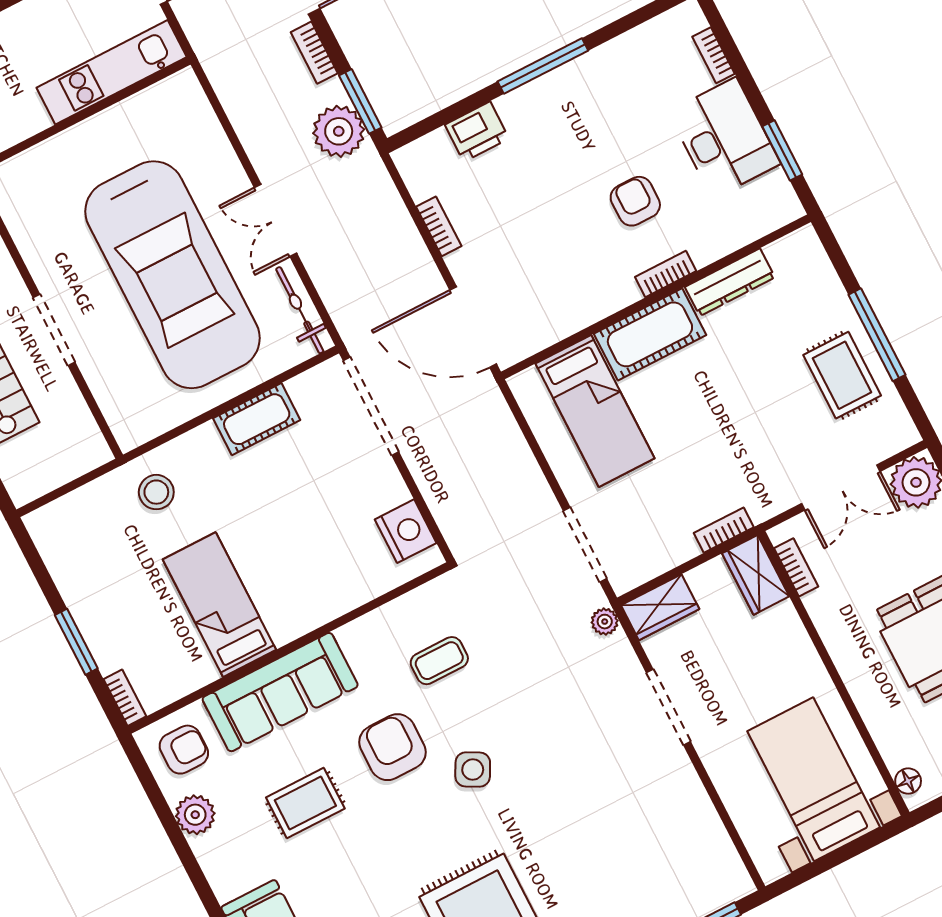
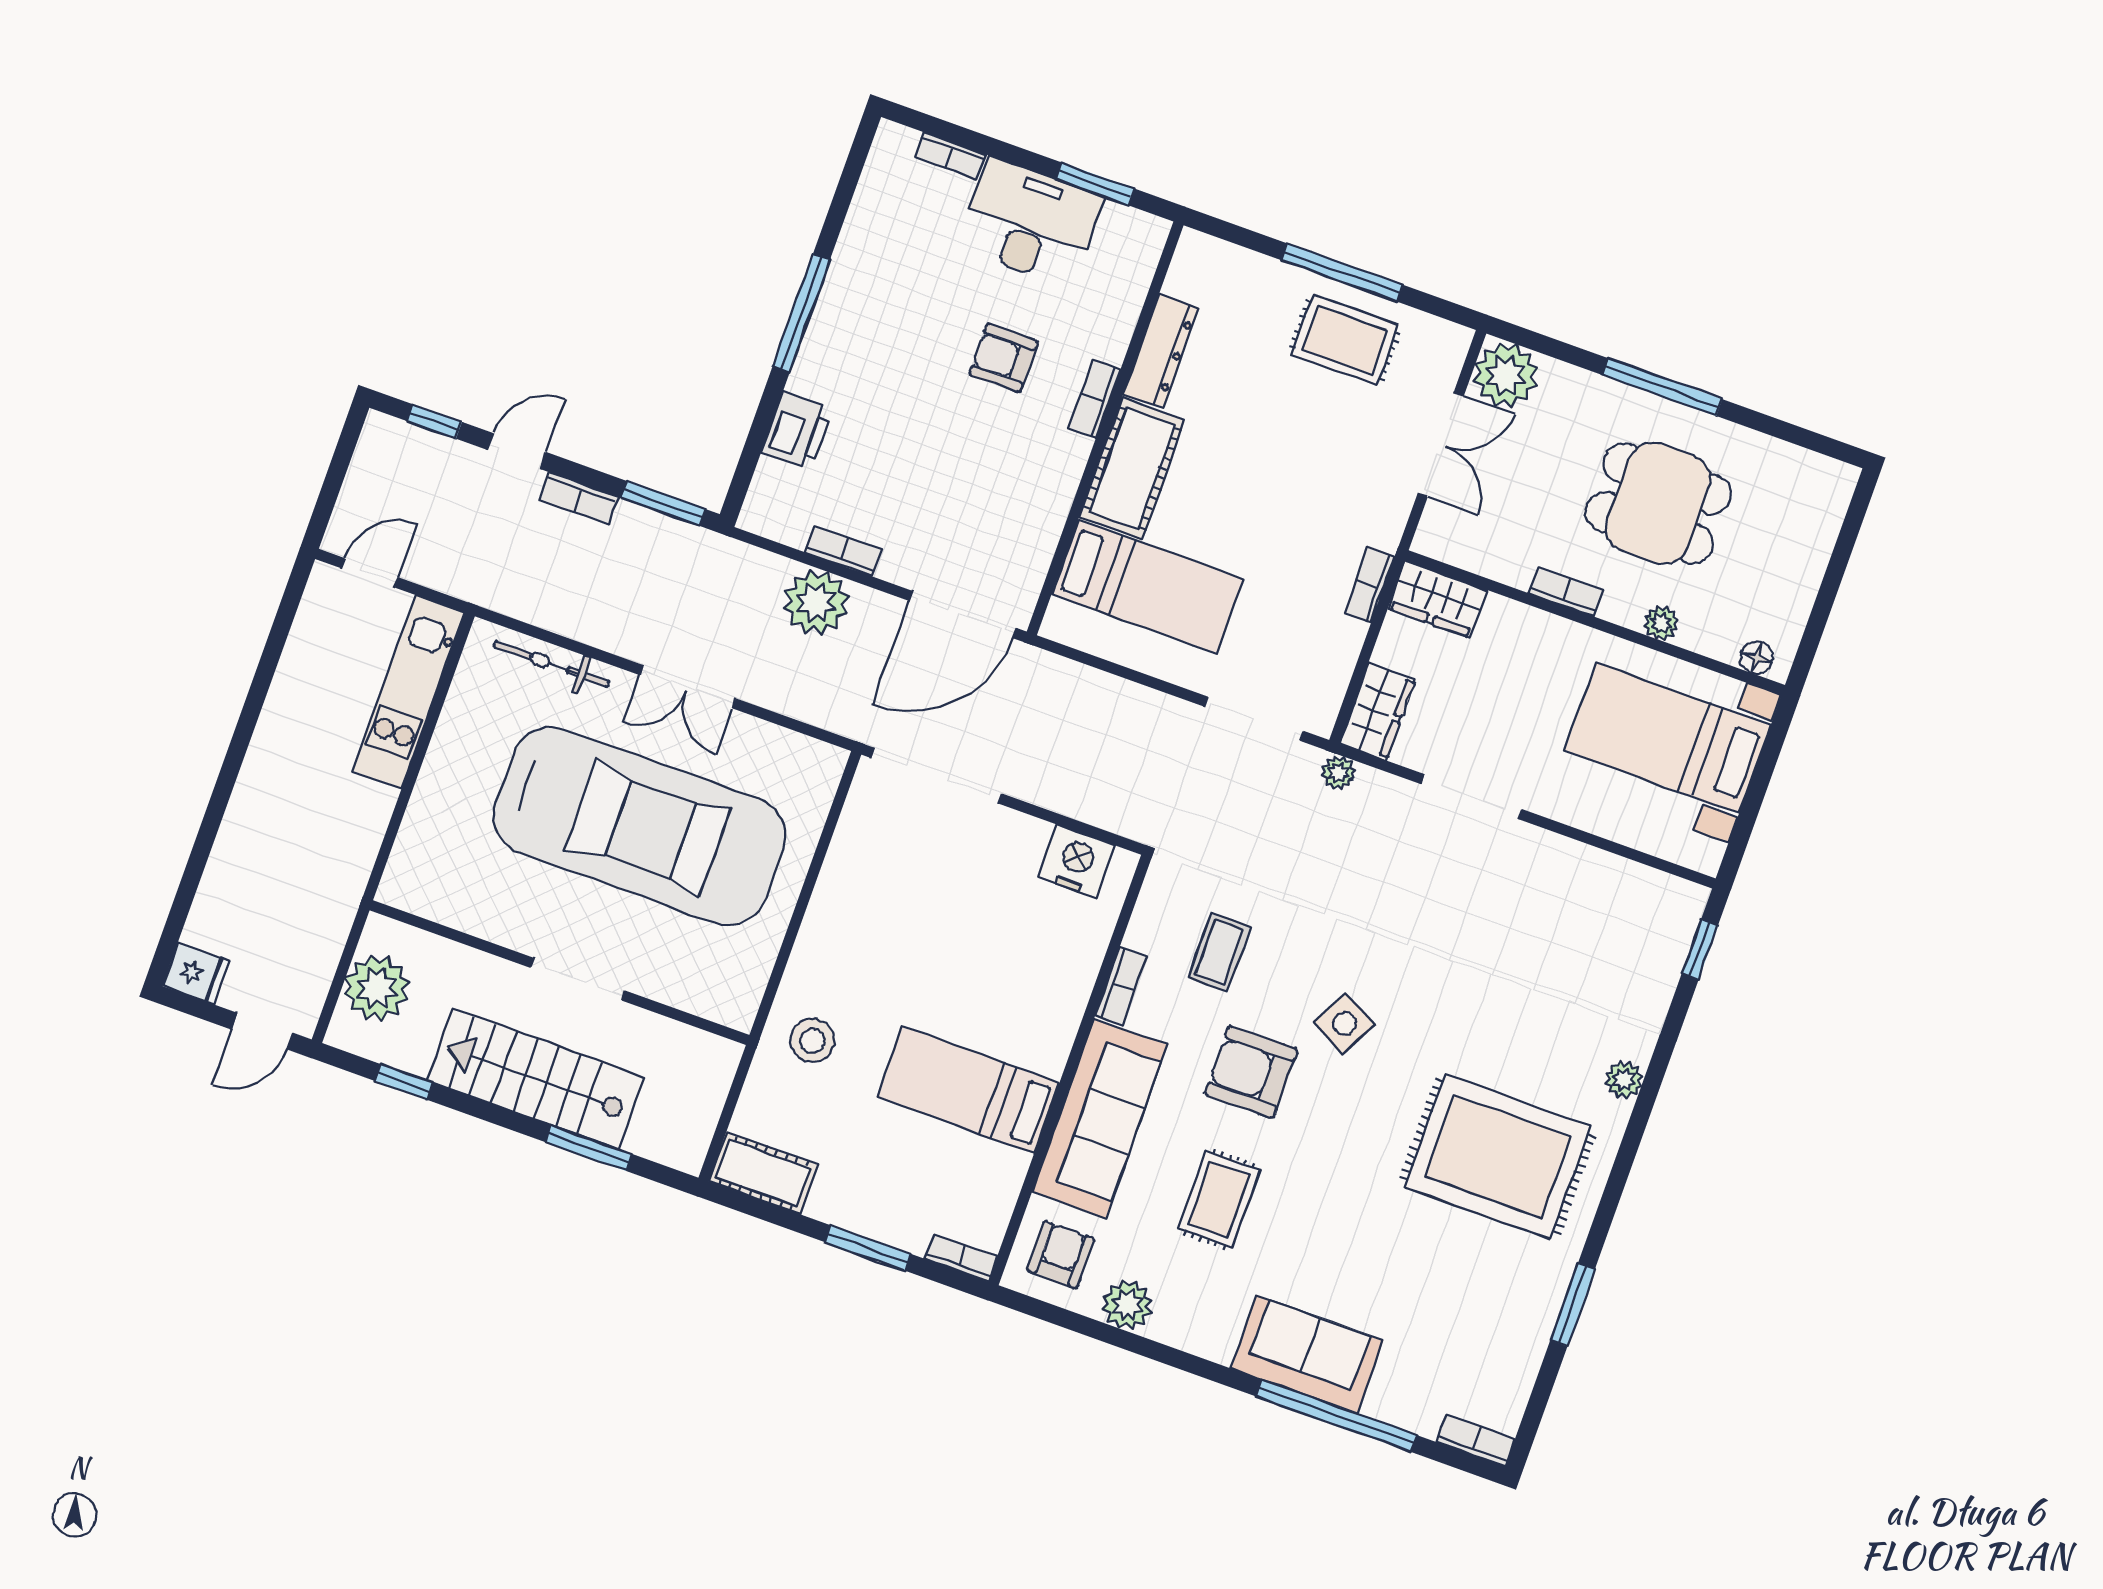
plant: (339, 131) -> (816, 602), moved
bicycle: (300, 310) -> (551, 664), moved
cot: (257, 419) -> (763, 1173), moved, turned 90
bookcase: (796, 567) -> (1566, 592), moved
bookcase: (364, 627) -> (1121, 986), added
plant: (872, 709) -> (1661, 623), added

